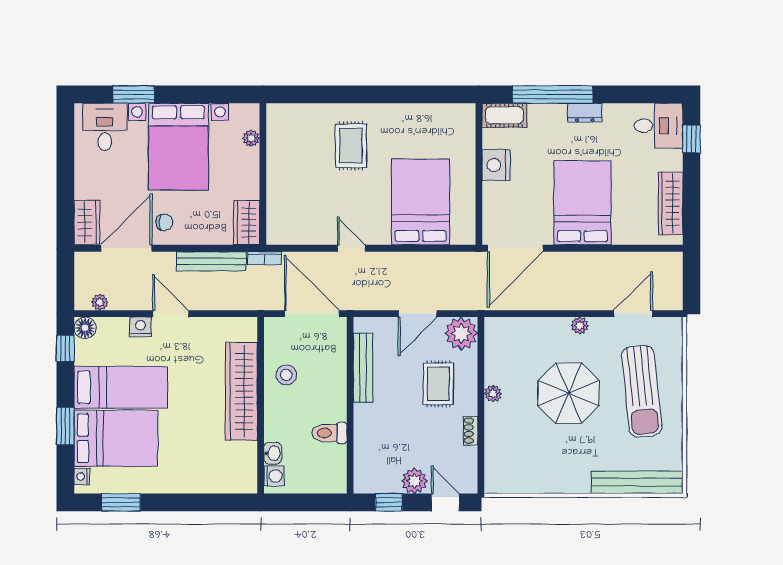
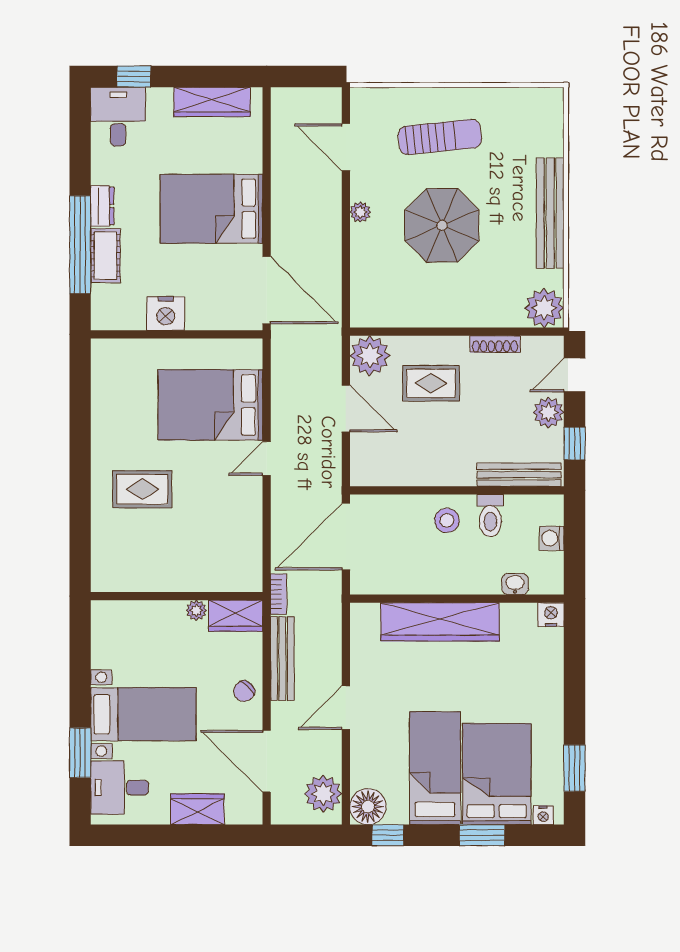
cot: (504, 115) -> (105, 256), moved
plant: (251, 138) -> (196, 610), moved
bed with nightstands: (179, 147) -> (143, 714), width x0.73
wardrobe: (87, 222) -> (197, 809), moved
chair: (164, 222) -> (244, 691), moved, turned -136
door: (351, 248) -> (267, 459), moved
plant: (100, 302) -> (323, 794), width x1.87, depth x1.87
nightstand: (140, 327) -> (551, 615), moved, turned 90
floor lamp: (85, 328) -> (368, 807), width x1.38, depth x1.38
bench: (363, 368) -> (519, 475), moved
stool: (286, 375) -> (447, 520), moved
sun lounger: (642, 391) -> (440, 137), width x0.73, depth x0.75
plant: (493, 394) -> (544, 308), moved, width x1.88, depth x1.88
shoe rack: (471, 431) -> (495, 344), width x1.43
washing machine: (274, 476) -> (552, 538), moved, turned -90
bench: (637, 482) -> (550, 213), moved

